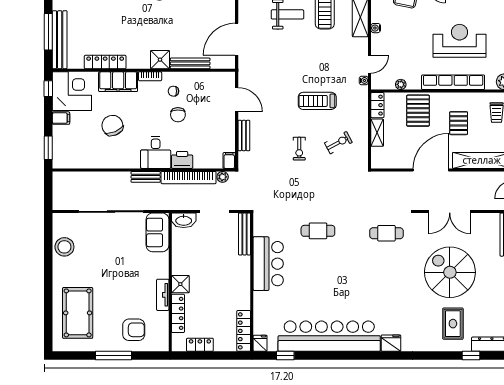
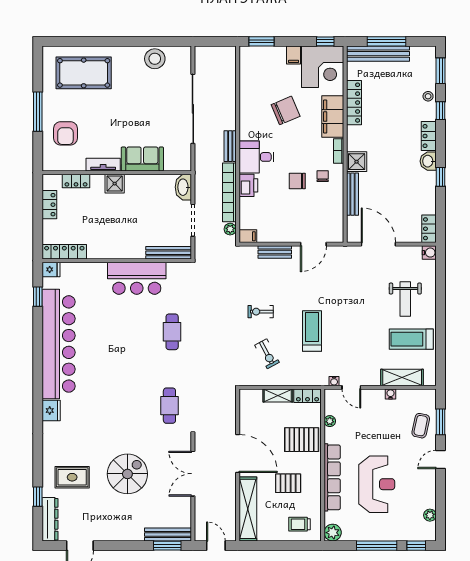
sofa: (157, 232) -> (142, 159), moved
spiral stairs: (450, 272) -> (127, 474), width x0.73, depth x0.73
locker: (178, 313) -> (76, 181), width x0.66

